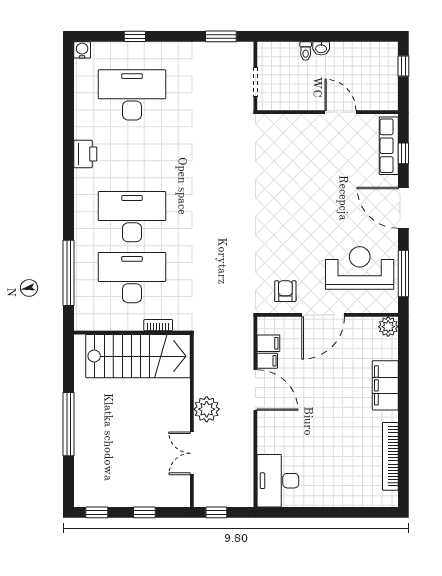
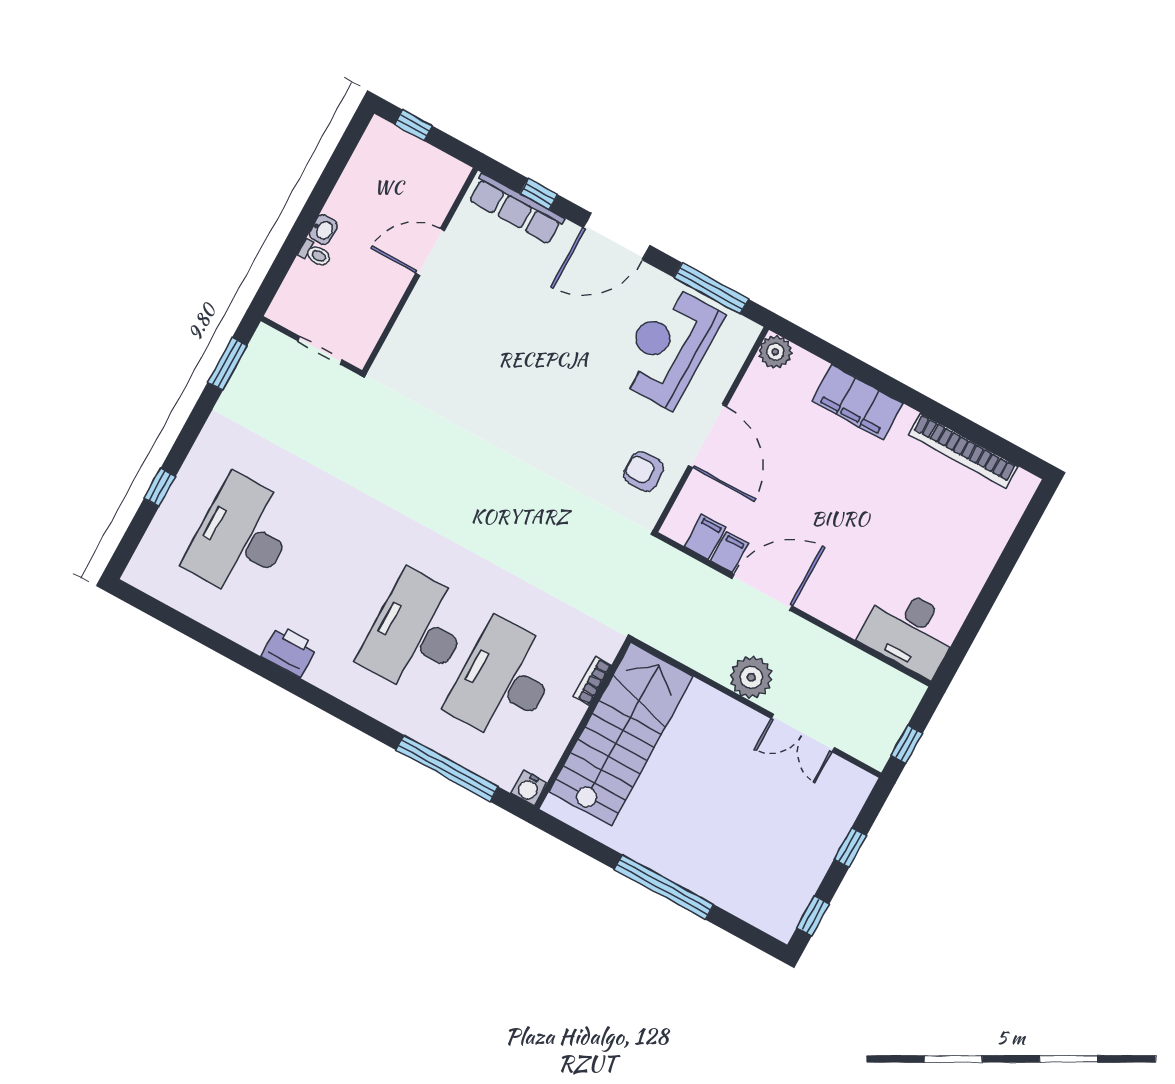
water cooler: (82, 50) -> (529, 788), moved, turned -90

